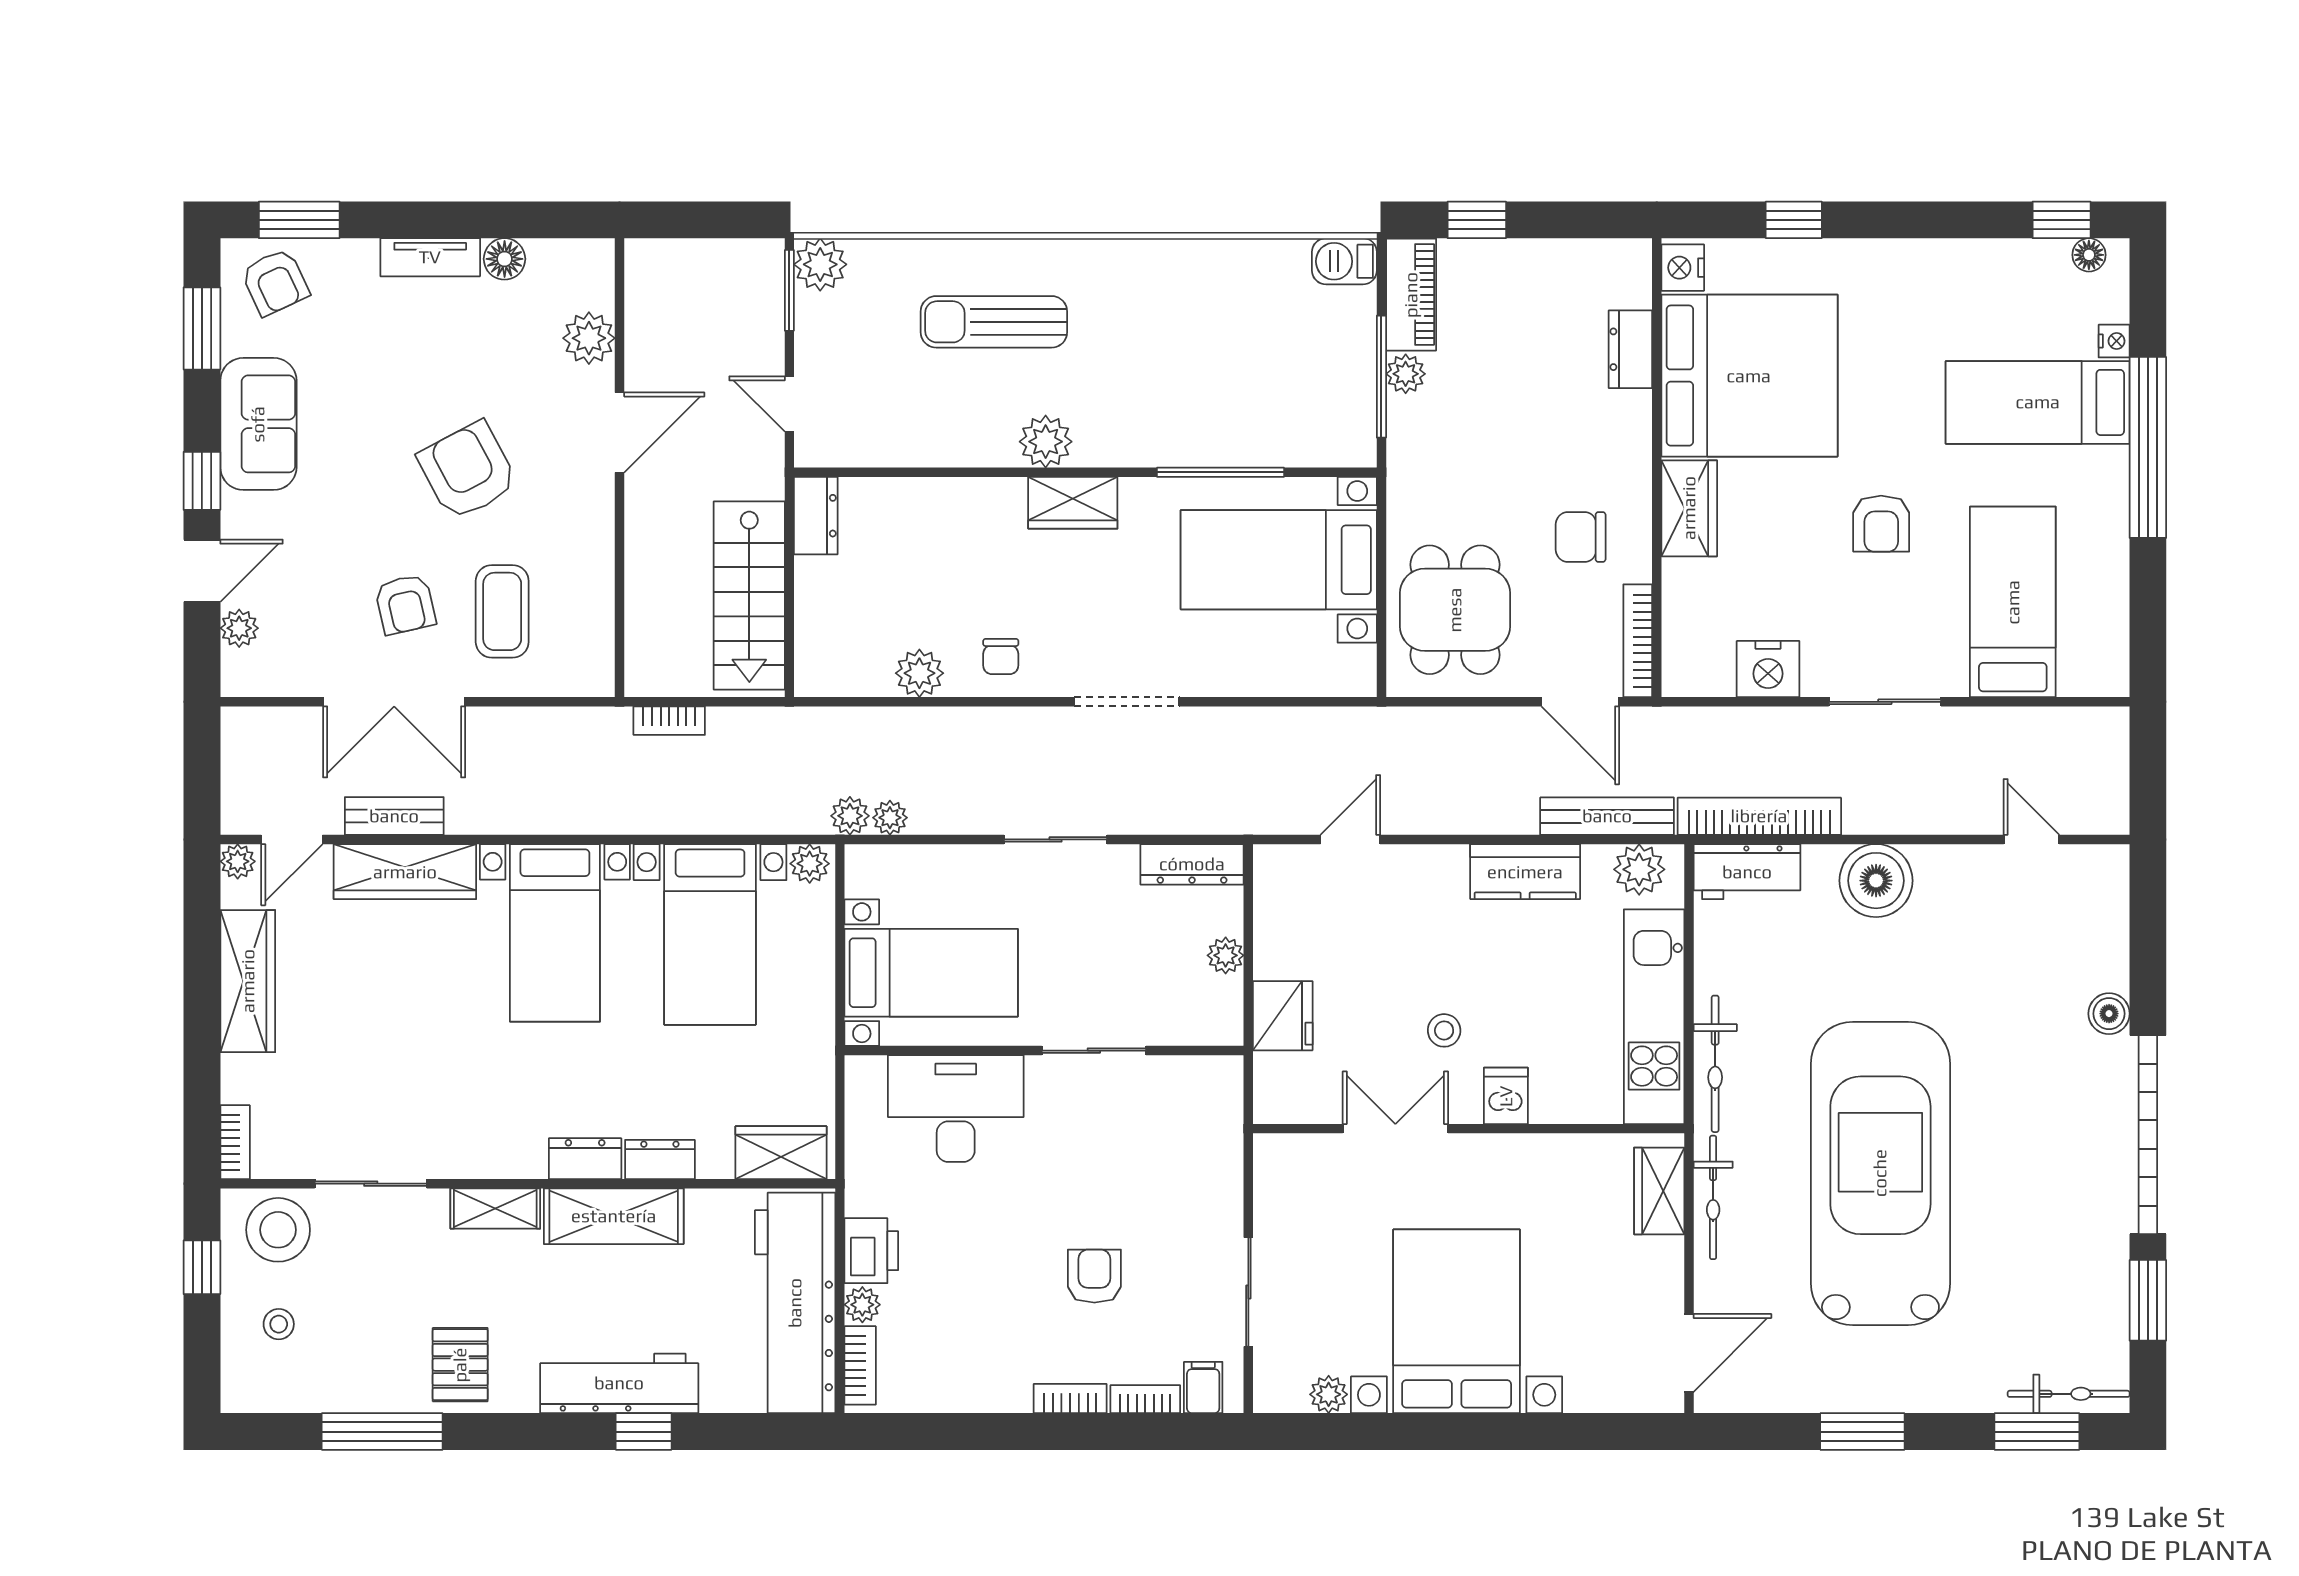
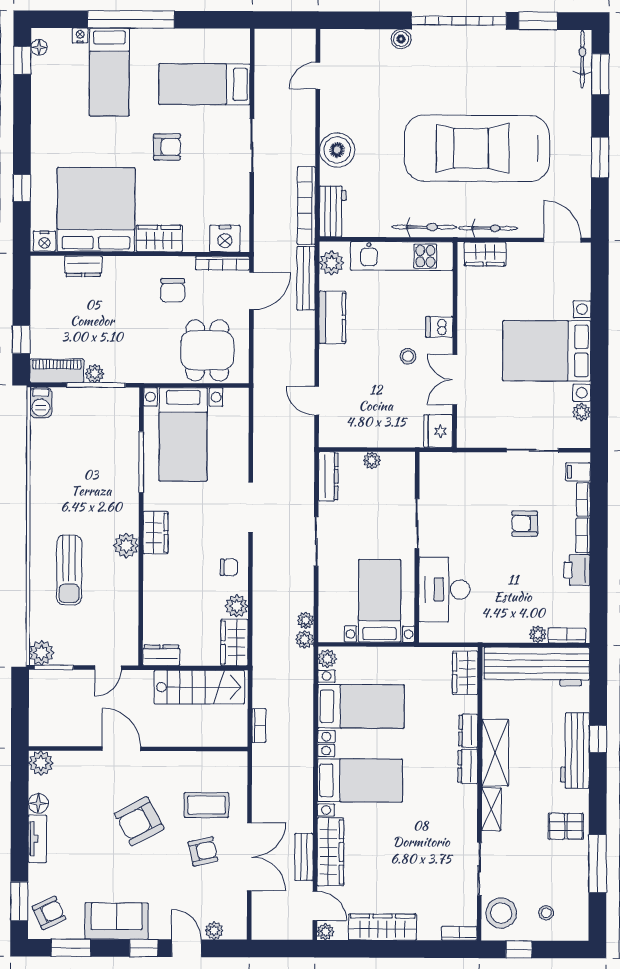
plant: (589, 338) -> (41, 763), moved
dining table: (1455, 610) -> (207, 350), turned 90
wardrobe: (843, 669) -> (234, 643), added
nightstand: (1768, 669) -> (225, 239), moved, turned 90
fridge: (1283, 1016) -> (438, 431), moved, turned -90
printer: (871, 1251) -> (577, 570), moved, turned -90

